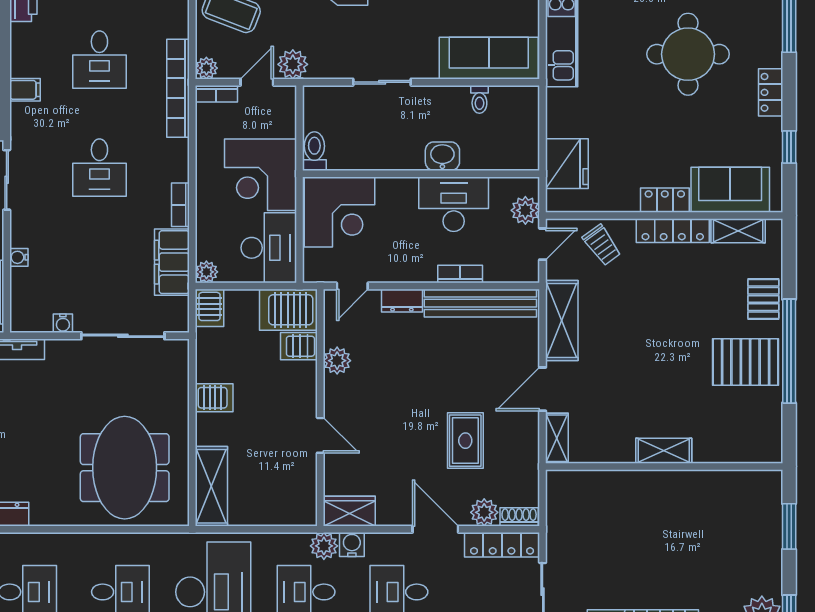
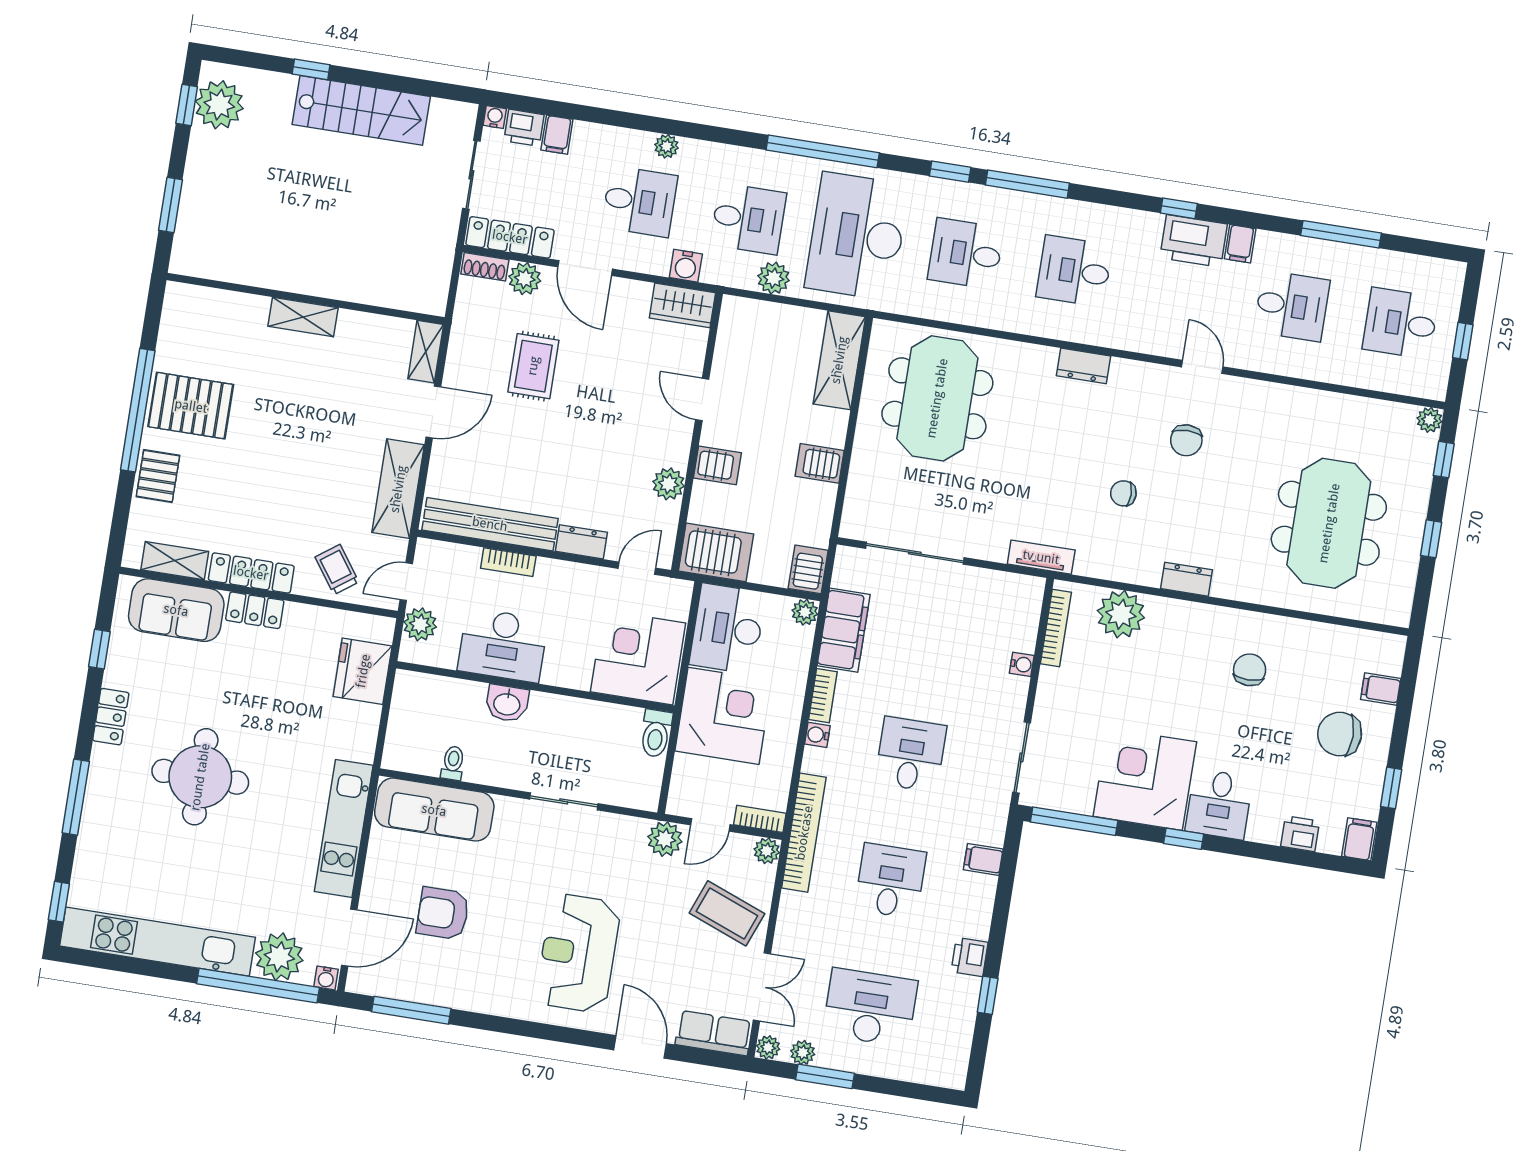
water cooler: (63, 323) -> (817, 735), moved, turned -90
server rack: (299, 346) -> (717, 465), moved
plant: (324, 546) -> (774, 278), moved

